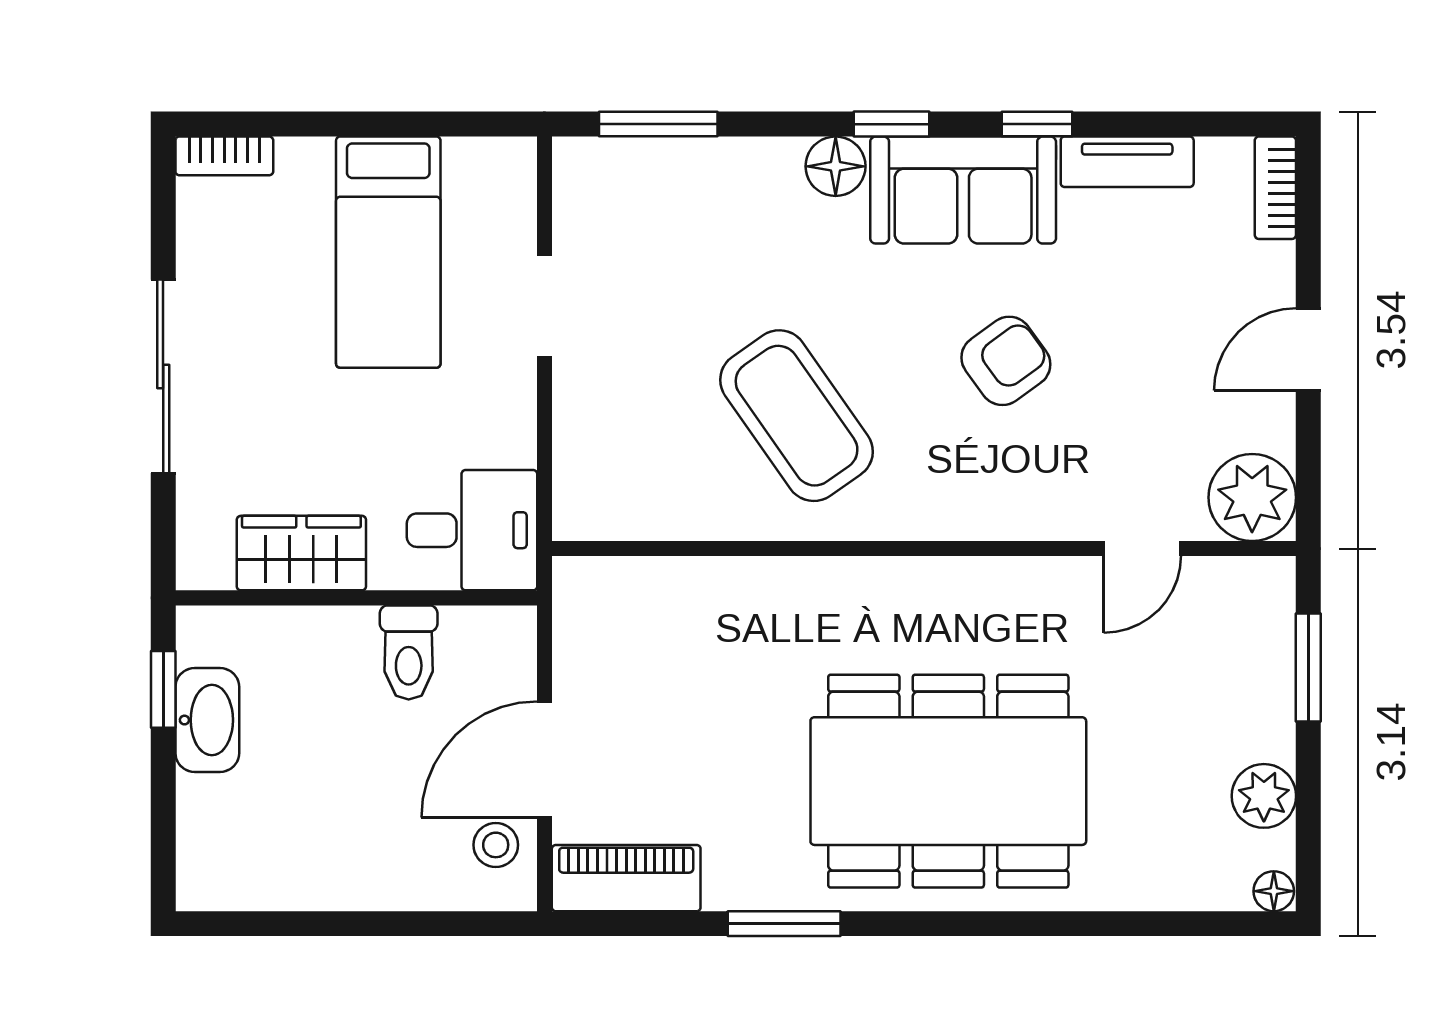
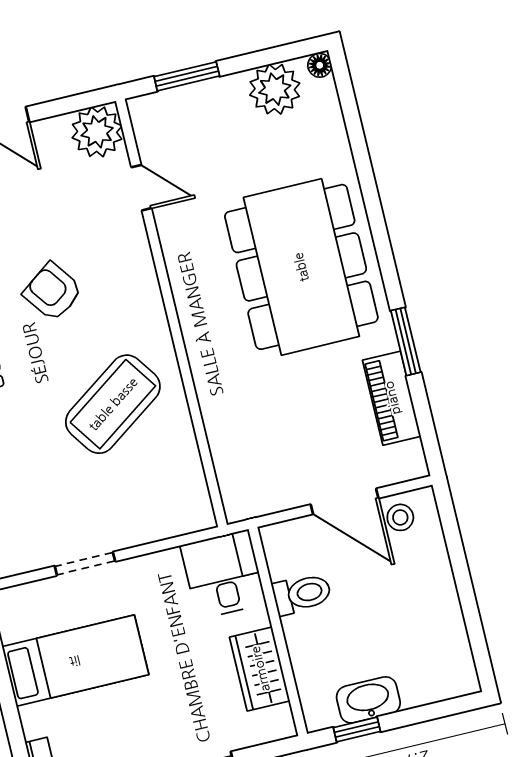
plant: (1264, 796) -> (275, 89), width x1.36, depth x1.36
piano: (626, 878) -> (392, 398), moved

